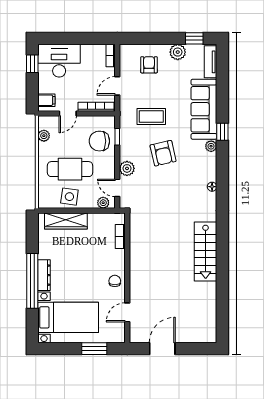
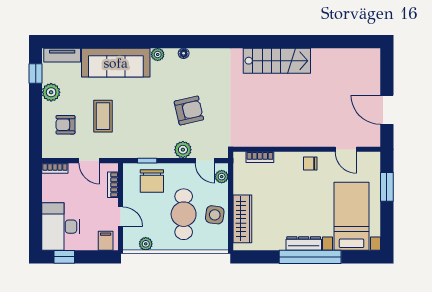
bookcase: (96, 107) -> (113, 185), width x0.64
coffee table: (151, 117) -> (103, 116), moved
window: (222, 132) -> (141, 42), removed
armchair: (163, 153) -> (189, 110), moved
floor lamp: (212, 187) -> (184, 53), moved
door: (117, 188) -> (205, 161), hinge flipped

